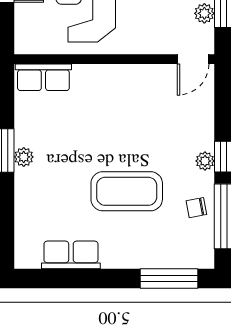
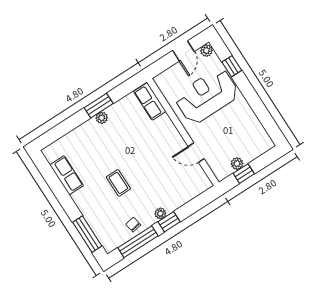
door: (193, 59) -> (196, 153), moved
coffee table: (127, 191) -> (118, 183), width x0.54, depth x0.58

